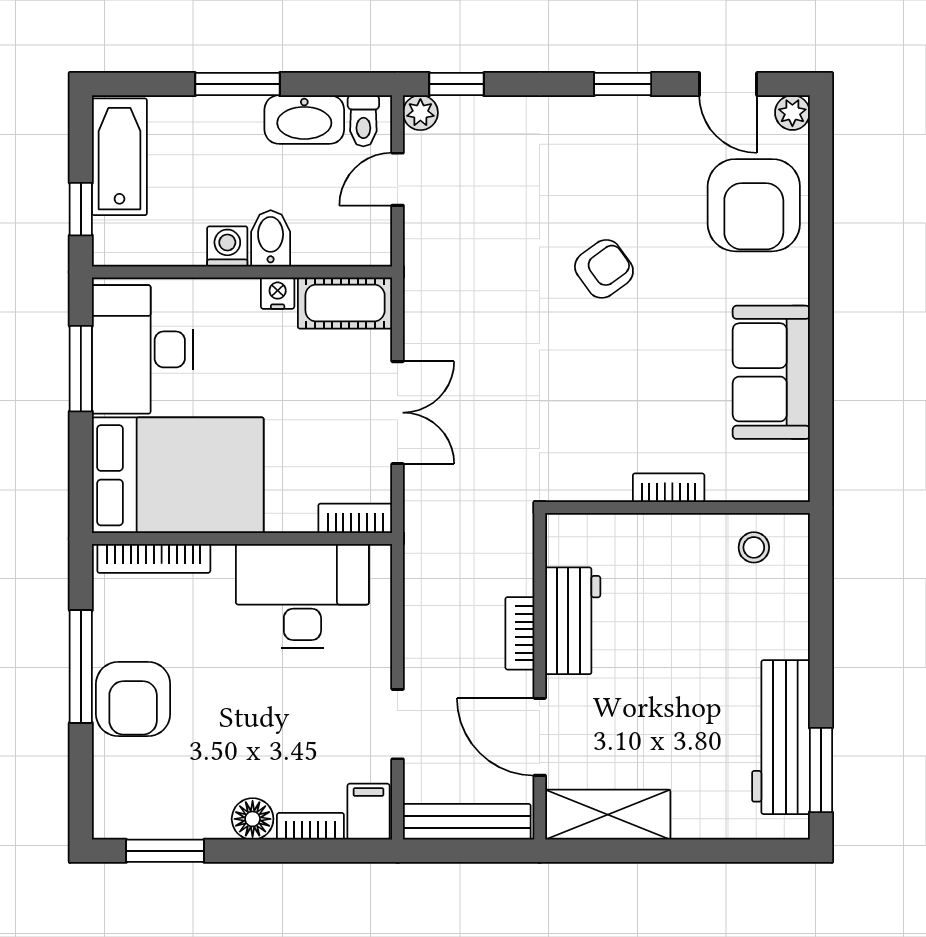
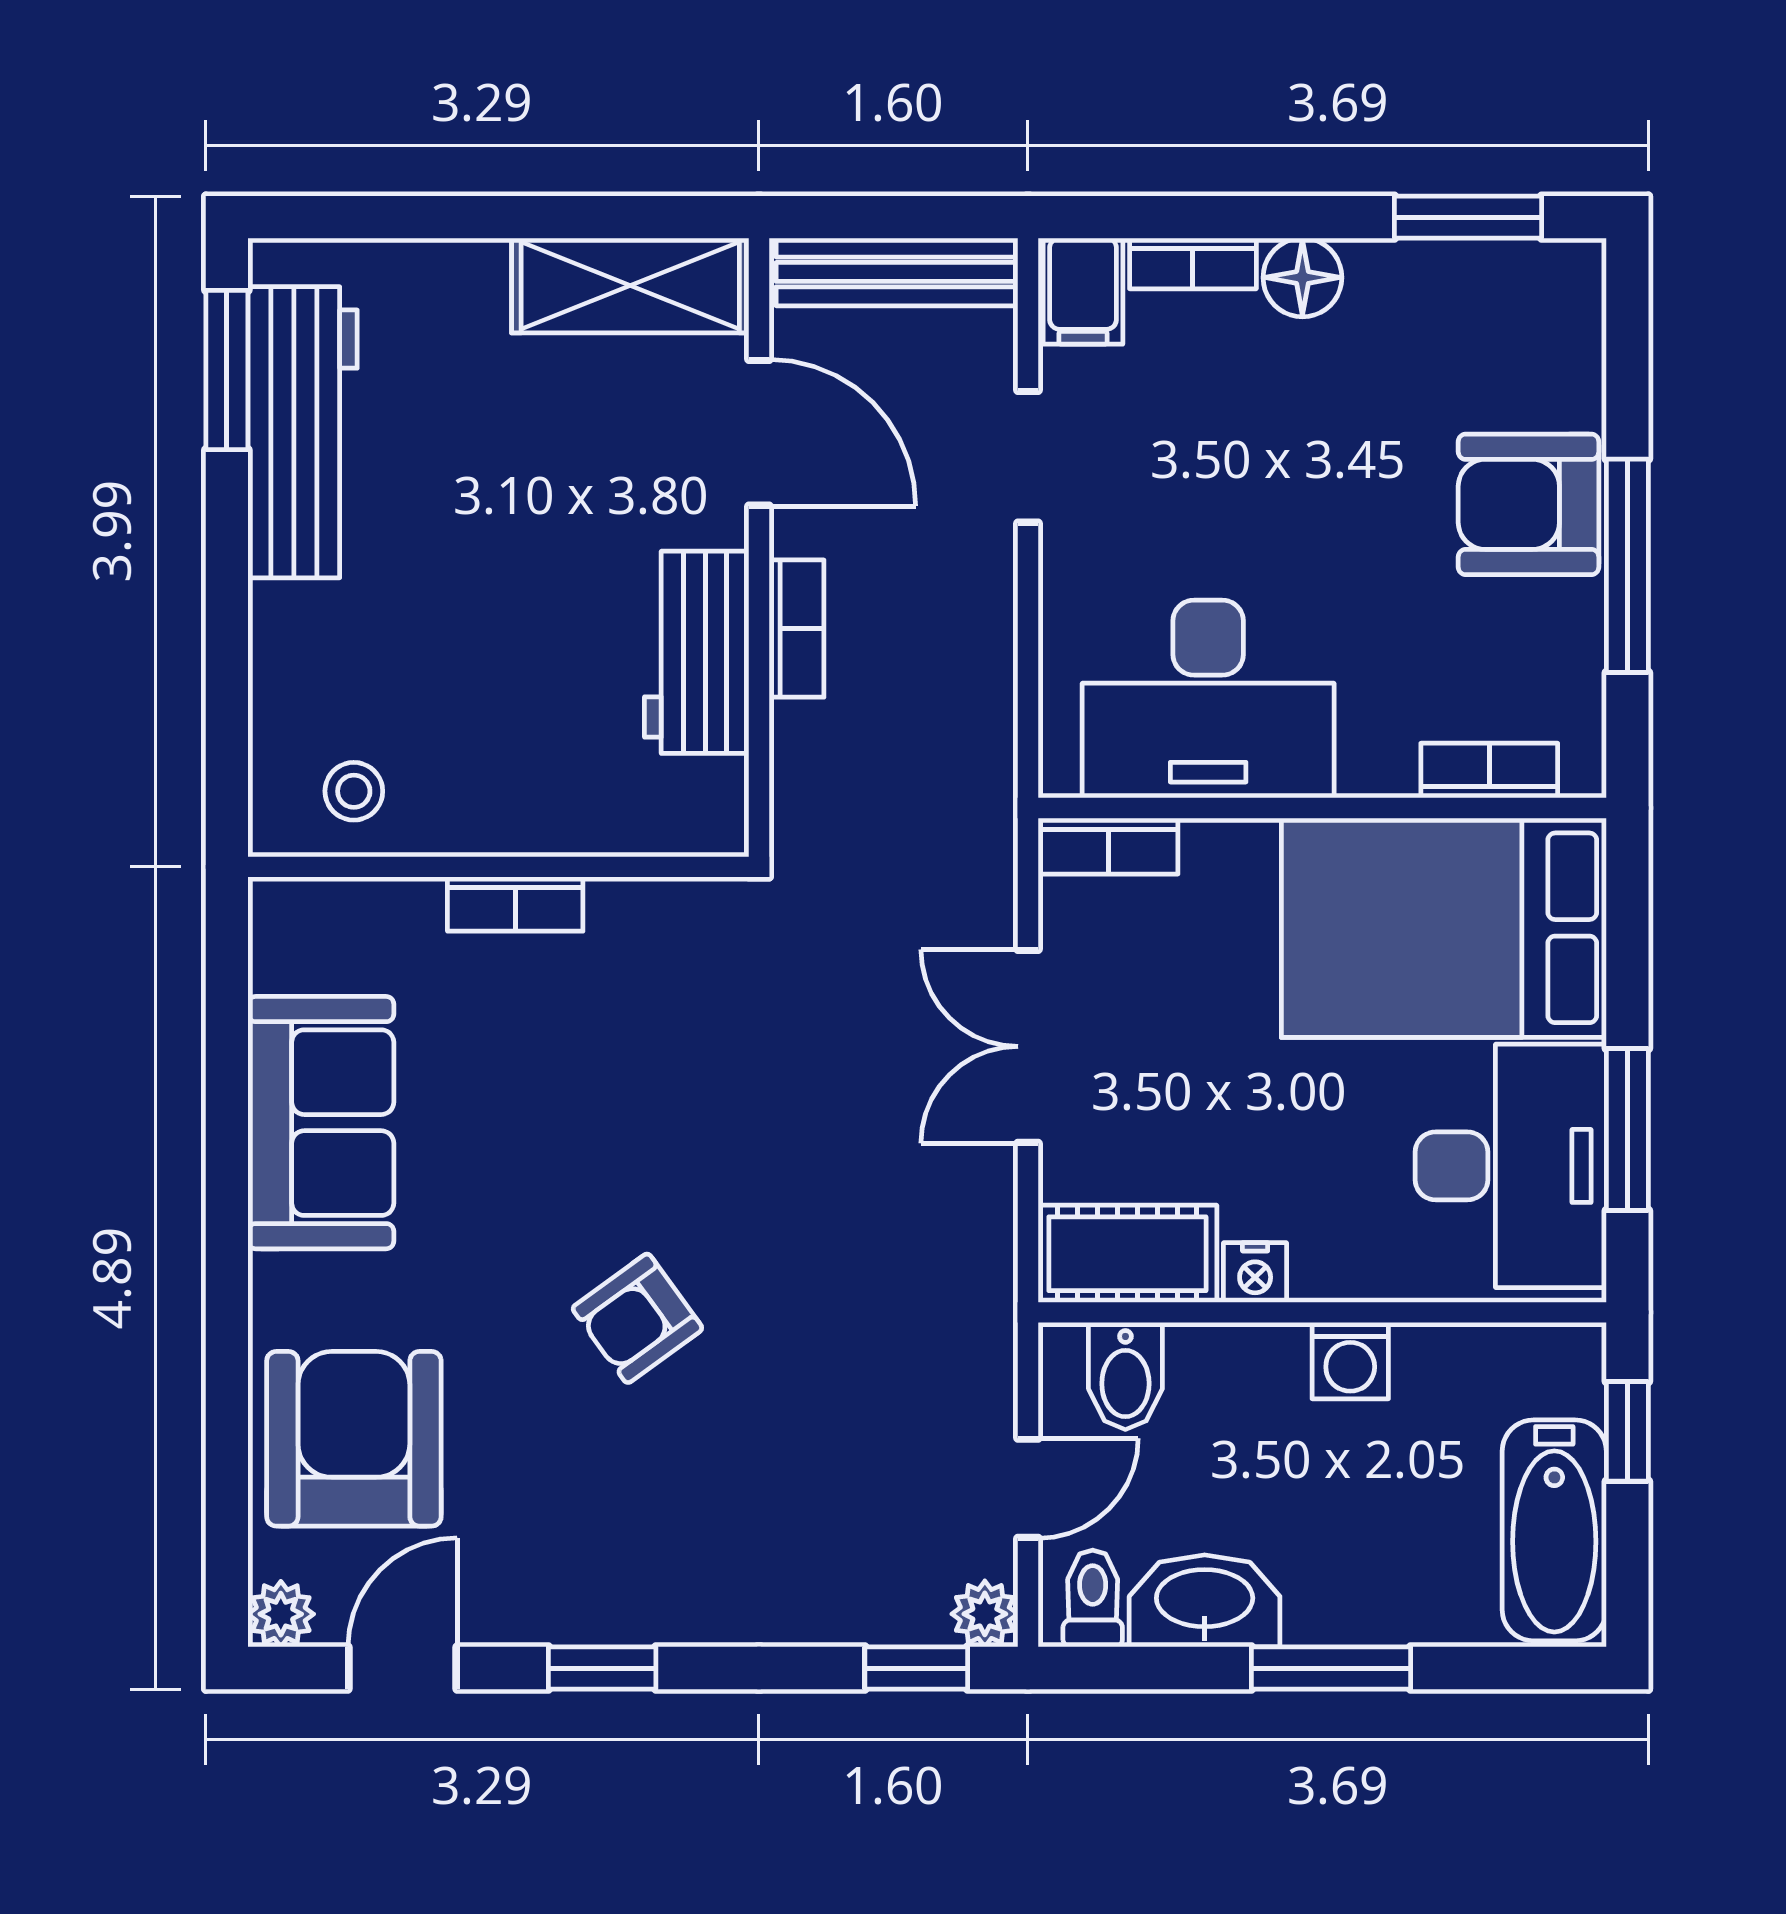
door: (728, 84) -> (403, 1668), hinge flipped
bidet: (271, 238) -> (1125, 1376), moved
bookcase: (154, 558) -> (1489, 771), width x0.64
armchair: (133, 699) -> (1529, 504), turned -90

